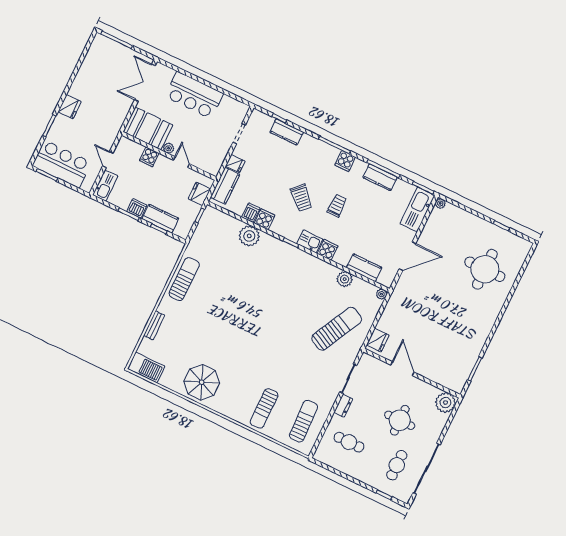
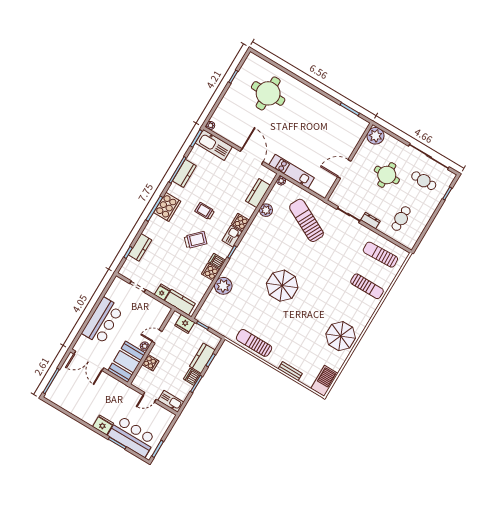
cooker: (345, 161) -> (167, 207), width x1.87, depth x1.31
bar counter: (62, 164) -> (132, 436), moved, turned 90
dishwasher: (251, 213) -> (217, 261), moved
kitchen unit: (394, 306) -> (292, 171), added
parasol: (256, 307) -> (282, 286), added
fridge: (378, 340) -> (319, 187), removed

